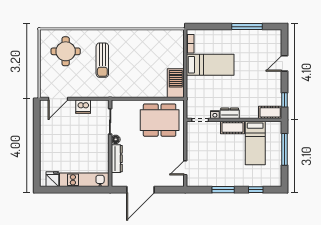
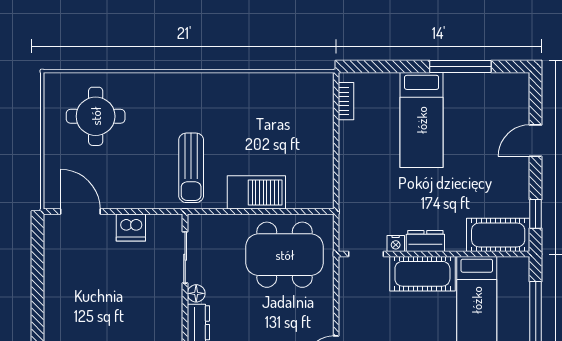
sun lounger: (102, 60) -> (191, 168), moved
bed: (210, 65) -> (422, 120), moved, turned 90
barbecue: (176, 83) -> (256, 192), moved, turned 90
door: (58, 99) -> (80, 212), swing flipped
cot: (270, 112) -> (498, 235), width x1.37, depth x1.34
cot: (233, 127) -> (422, 274), width x1.37, depth x1.34

